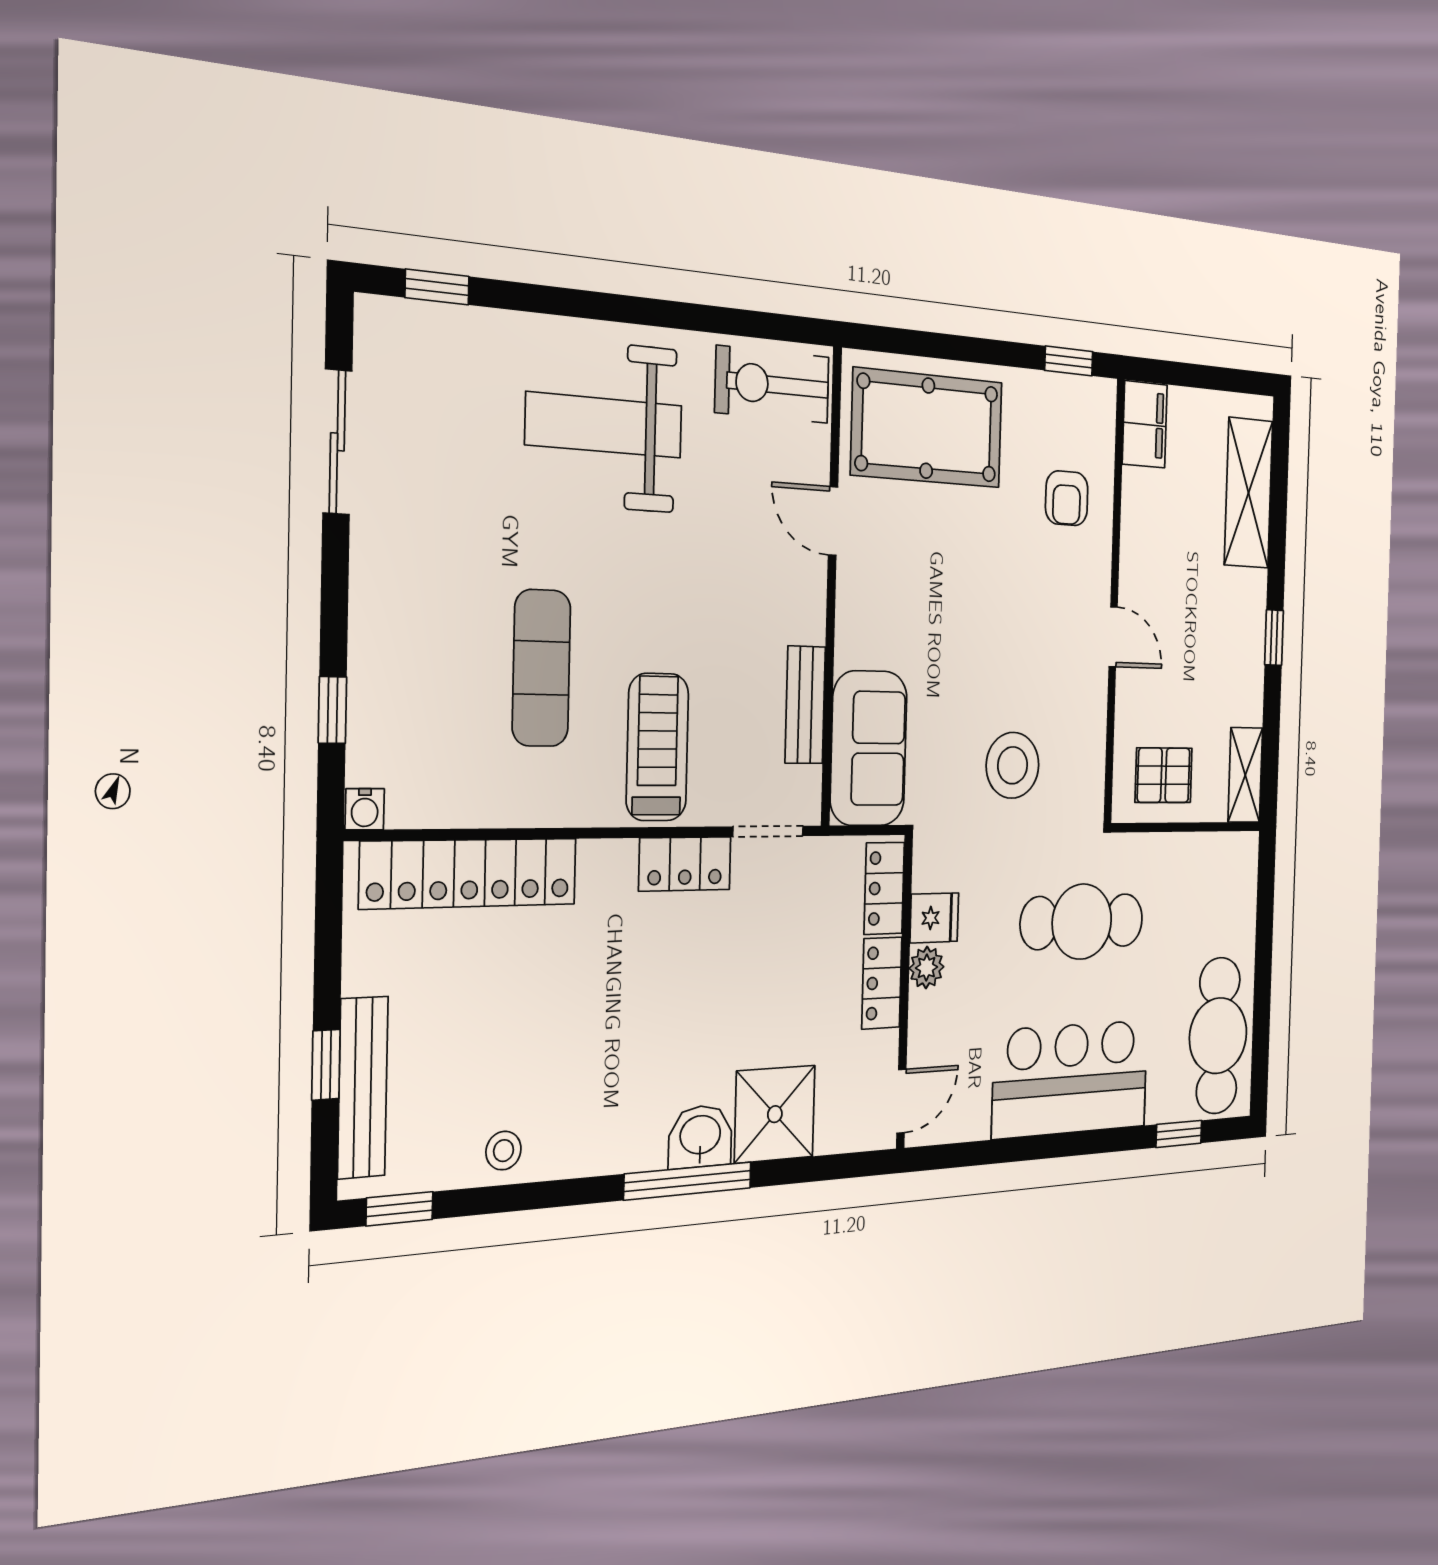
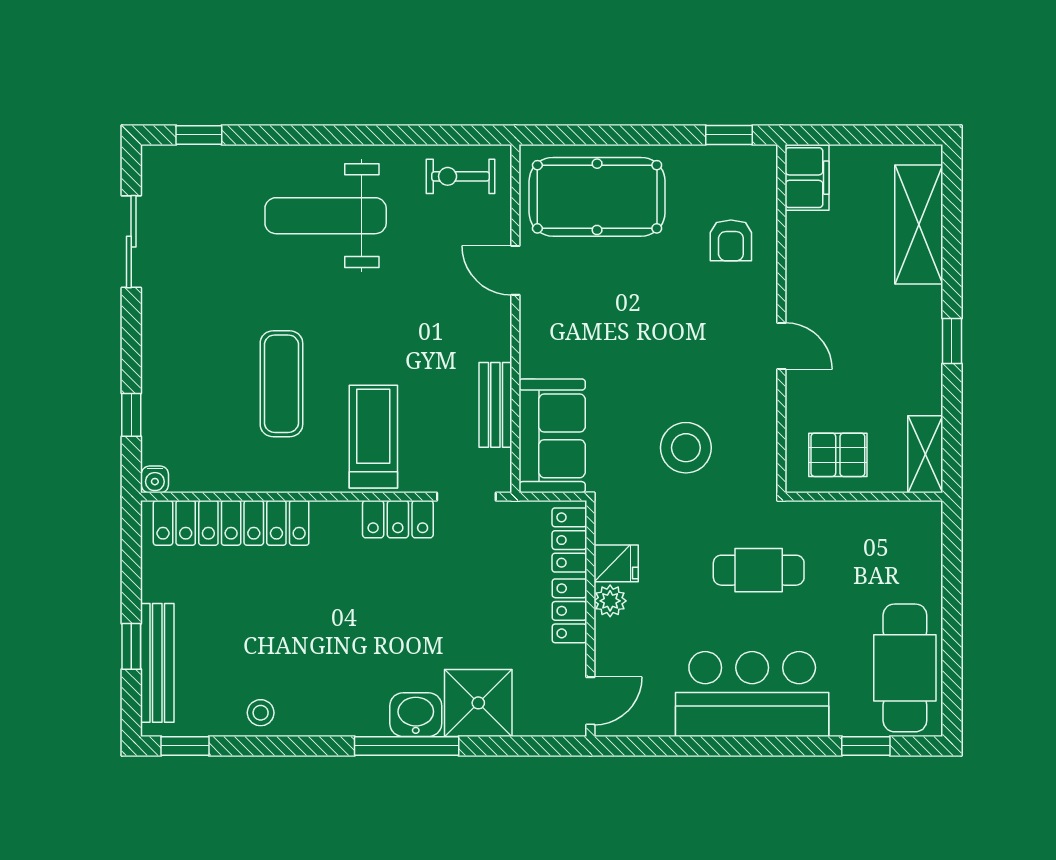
exercise bike: (772, 385) -> (460, 176), width x0.73, depth x0.72
cafe table: (1082, 922) -> (759, 570), width x0.73, depth x0.74

